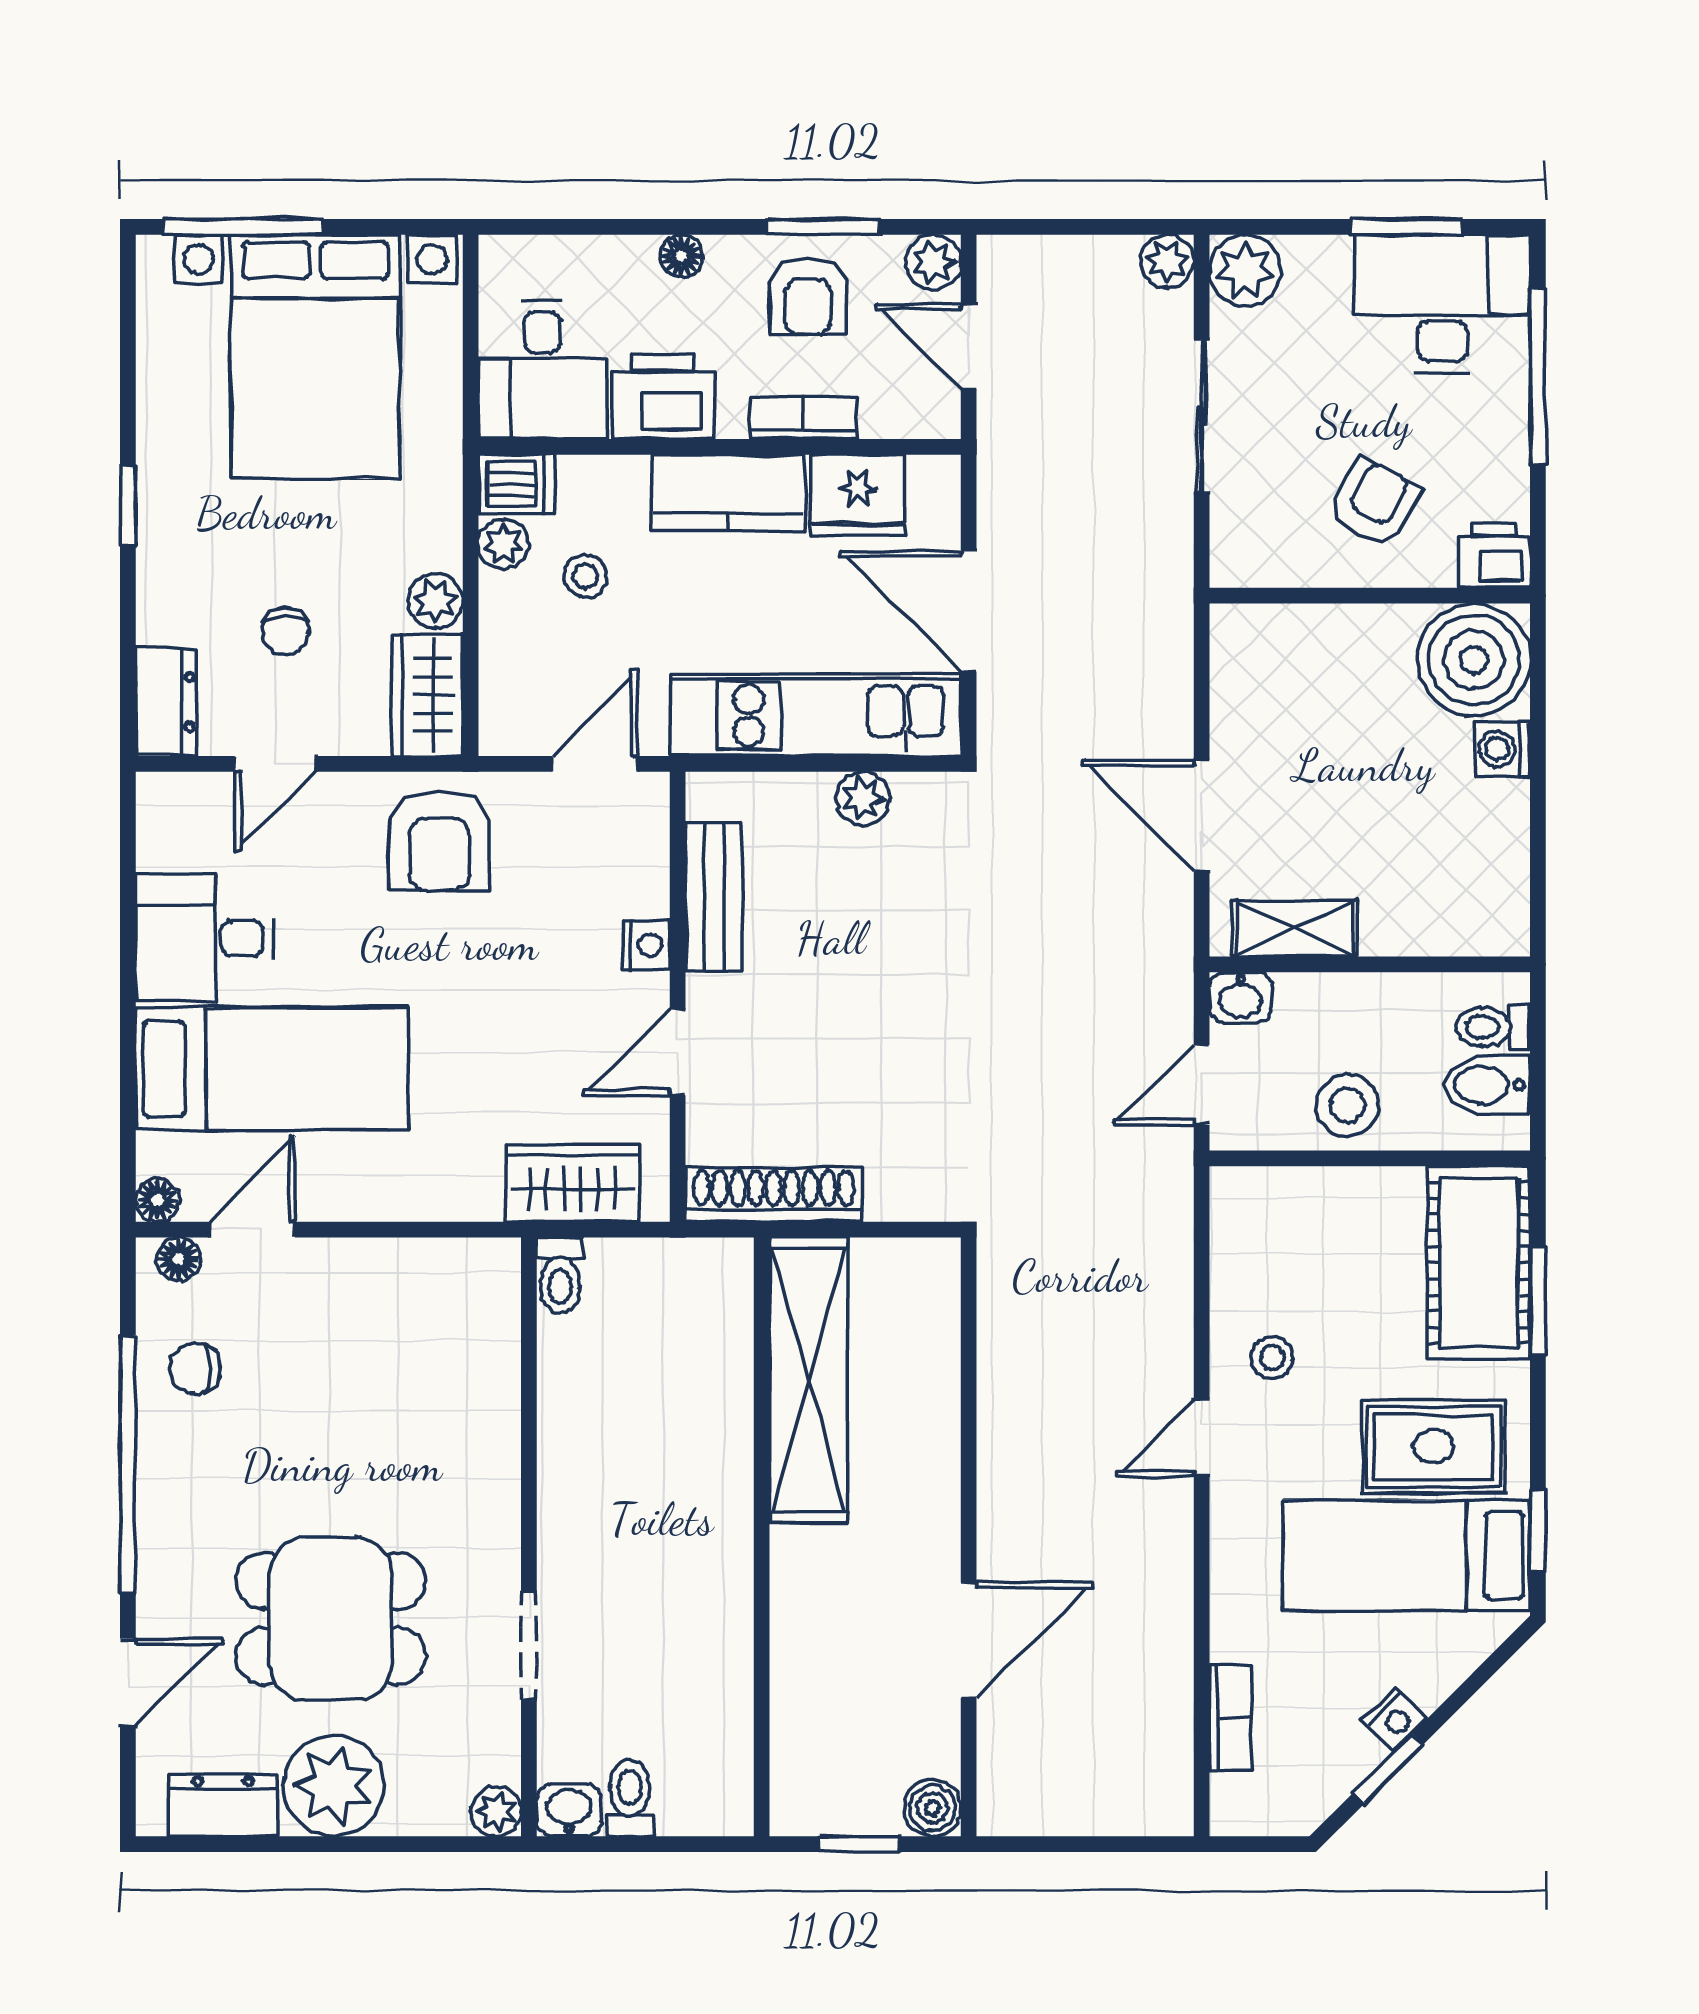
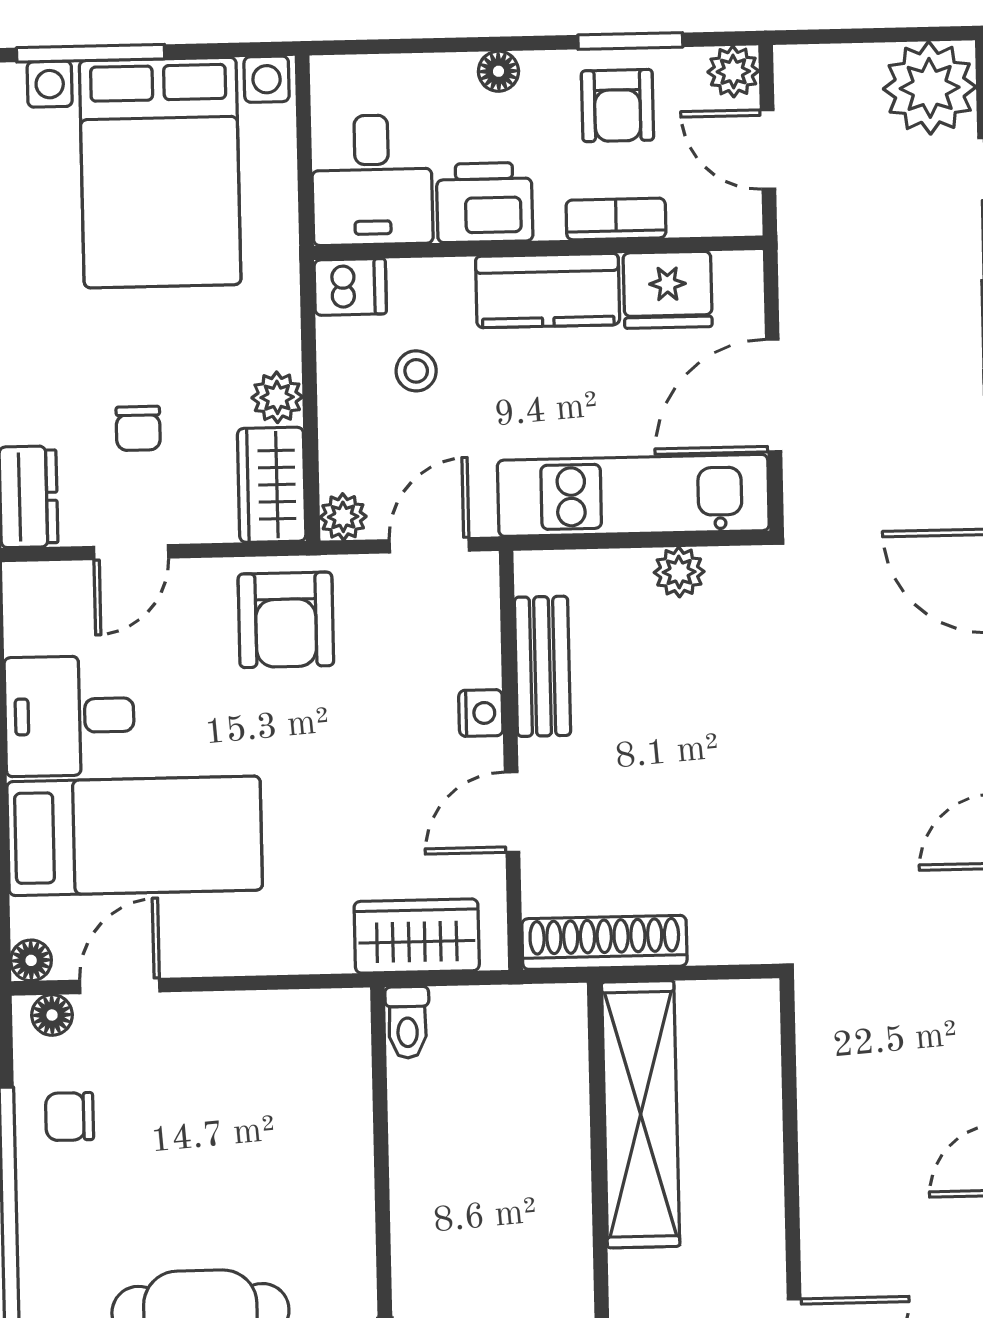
plant: (1167, 261) -> (930, 88), width x1.88, depth x1.88
plant: (503, 544) -> (343, 517), moved
door: (969, 611) -> (774, 395), hinge flipped

